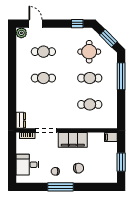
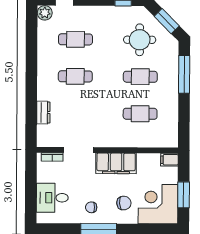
dresser: (21, 120) -> (43, 112), moved
corner desk: (103, 169) -> (158, 204), added

